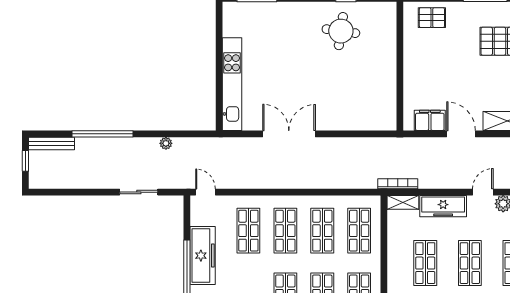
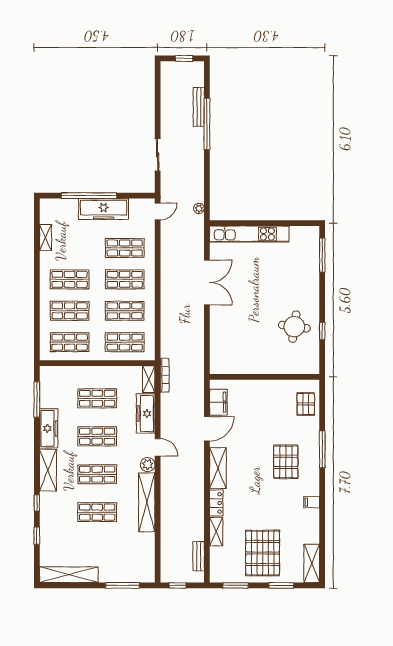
plant: (166, 143) -> (199, 208), moved
bench: (52, 144) -> (199, 107), moved

